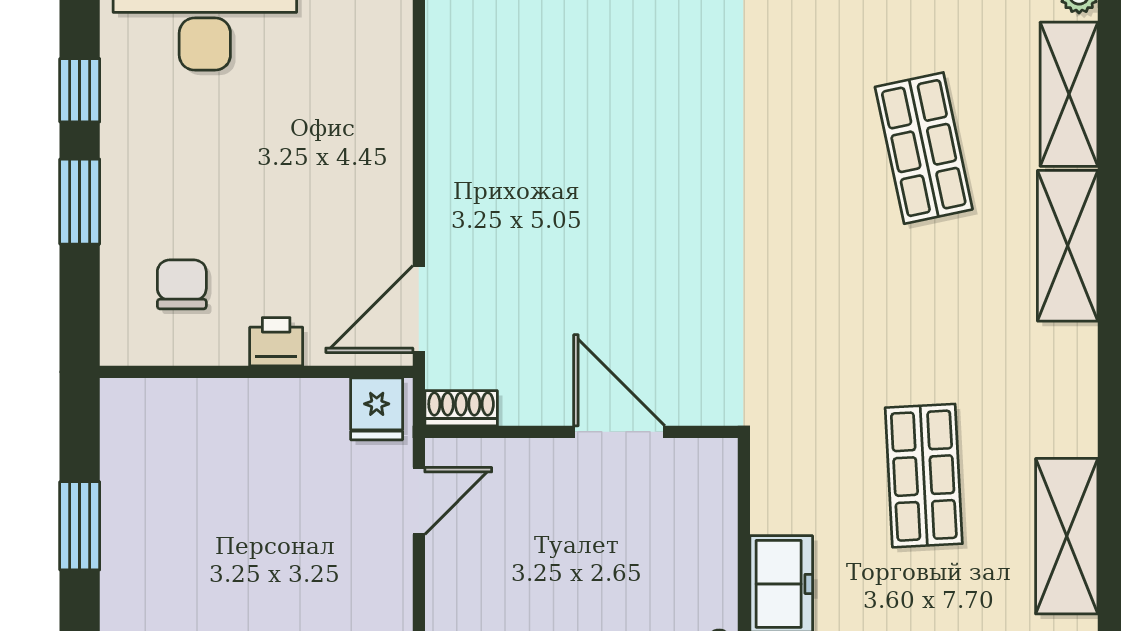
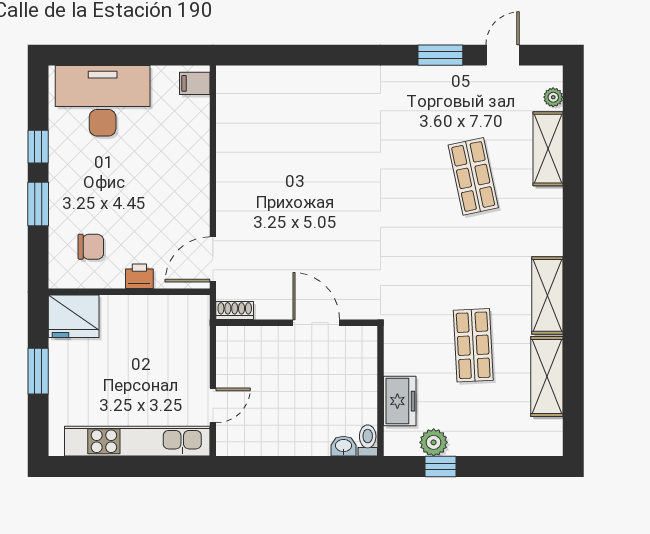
shelving: (1068, 246) -> (547, 295), moved
chair: (182, 284) -> (91, 247), turned 90
fridge: (377, 409) -> (74, 316), moved, width x1.88, depth x1.34
door: (419, 501) -> (213, 405), moved

